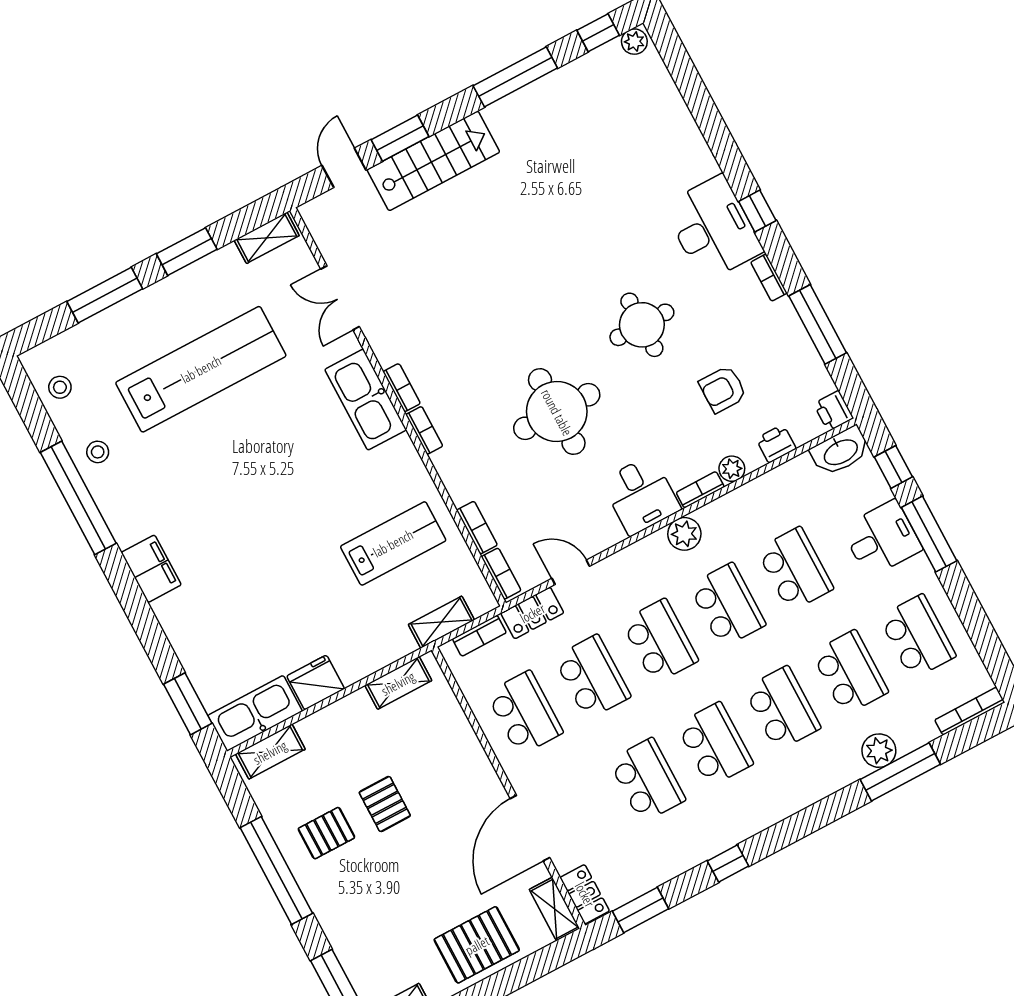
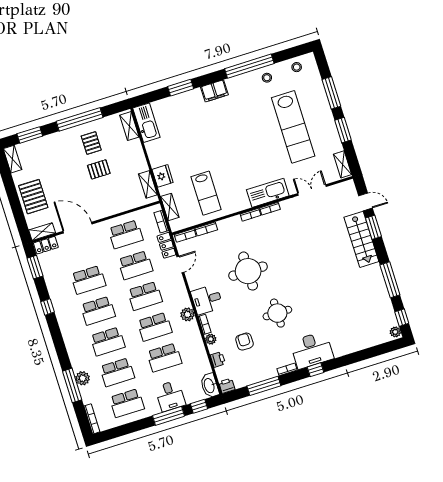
fridge: (316, 682) -> (163, 176), moved
window: (188, 704) -> (181, 88), moved

